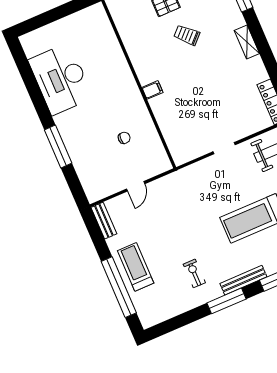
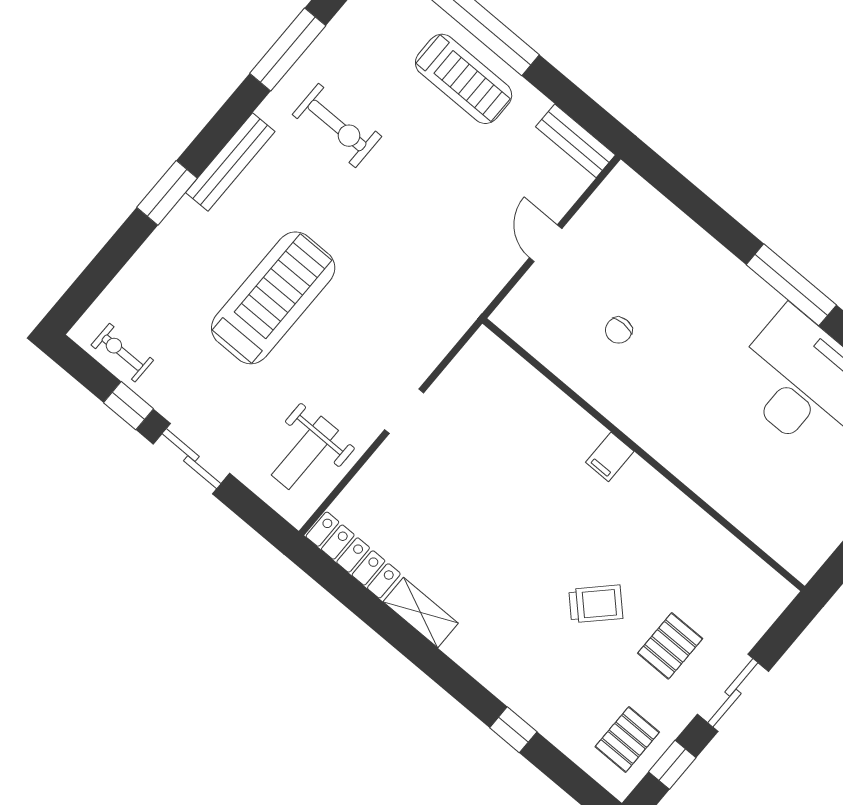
shelving: (247, 42) -> (421, 613), moved
window: (58, 147) -> (791, 285), moved
exercise bike: (194, 273) -> (337, 125), width x1.38, depth x1.39
window: (226, 301) -> (288, 49), moved

